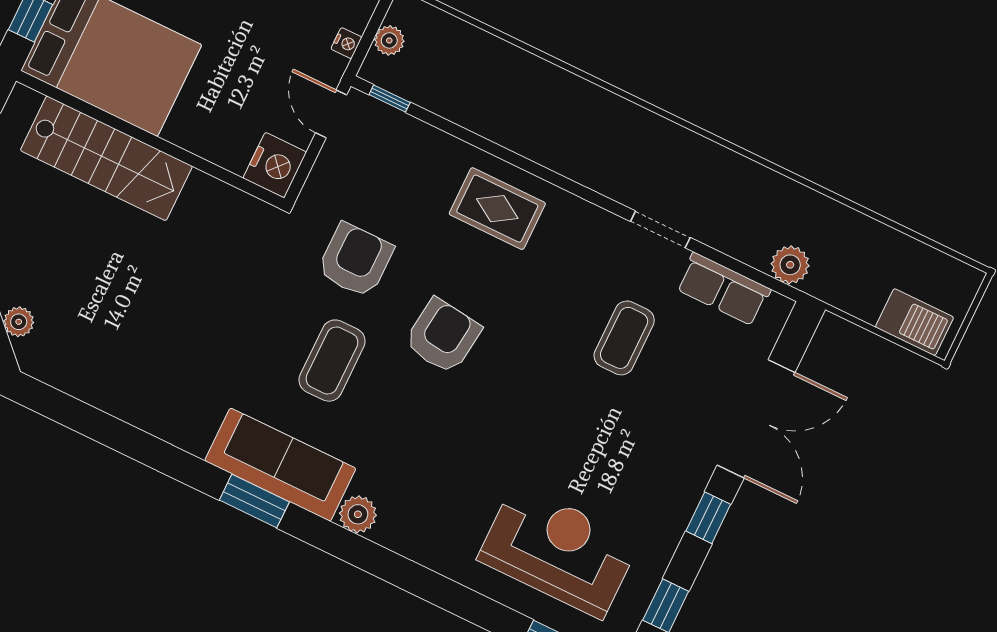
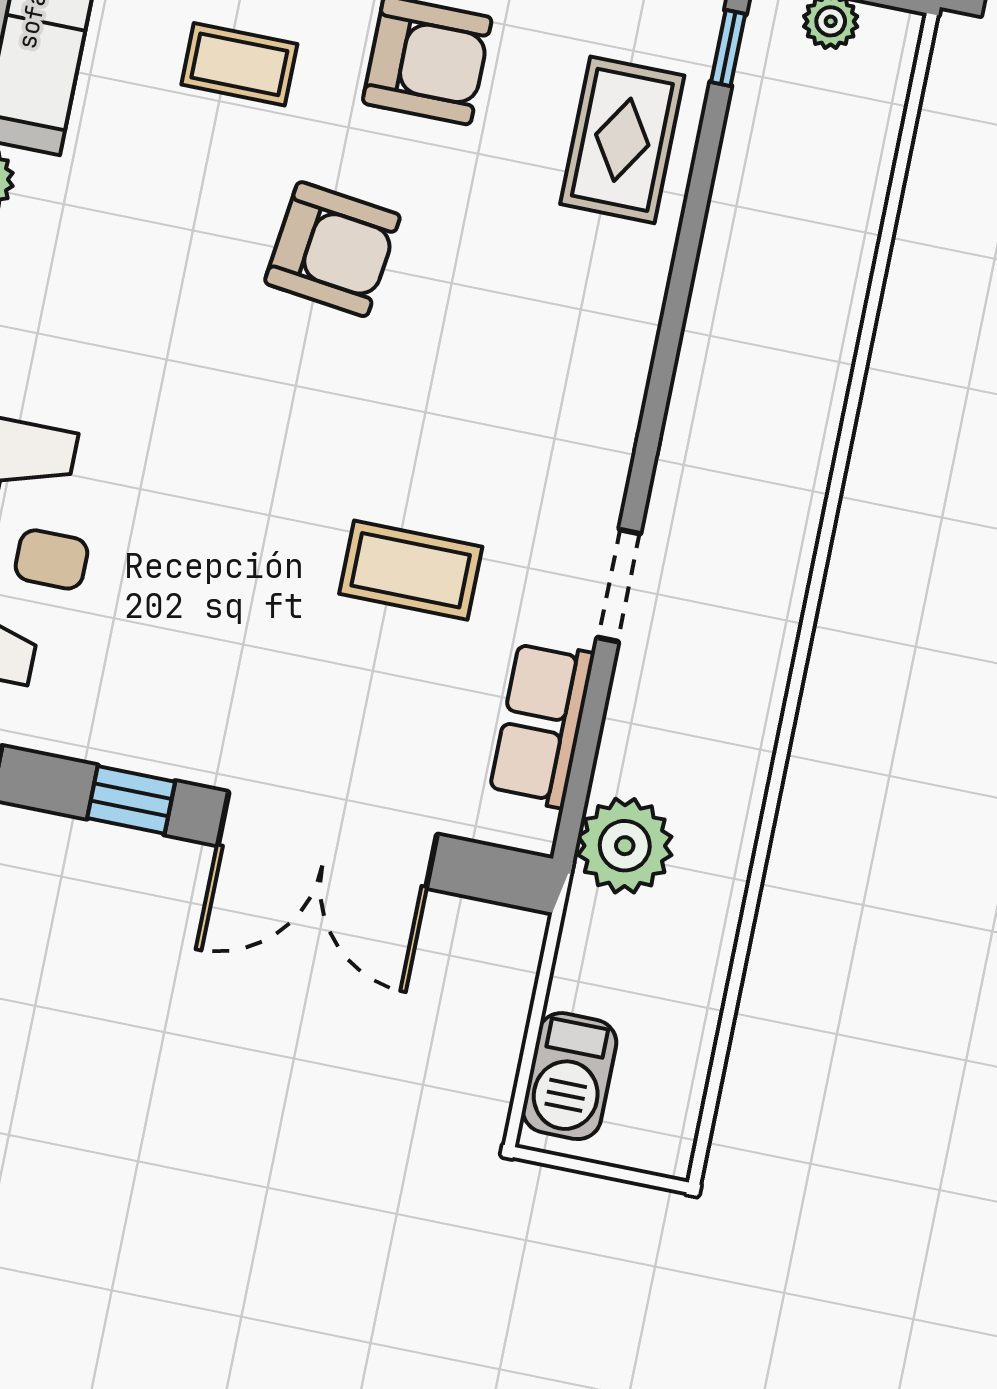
rug: (497, 209) -> (622, 140), moved
plant: (790, 265) -> (625, 846), width x1.36, depth x1.36
coffee table: (332, 361) -> (239, 64), width x0.73, depth x0.77

